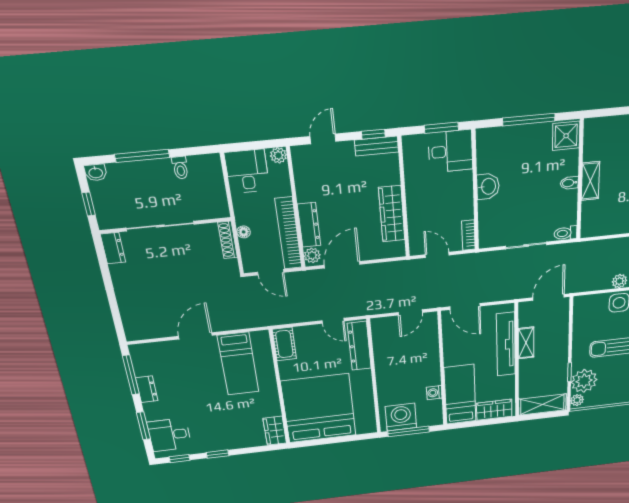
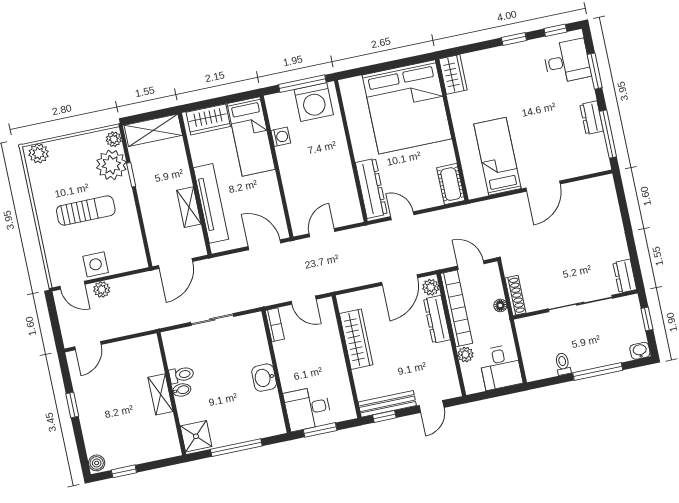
bench: (377, 146) -> (387, 404), width x1.36
plant: (278, 155) -> (465, 354), moved
toilet: (566, 233) -> (181, 375), moved

